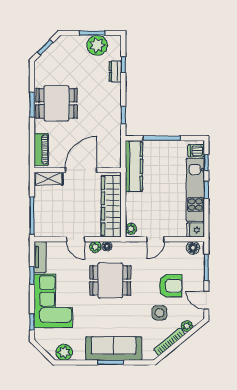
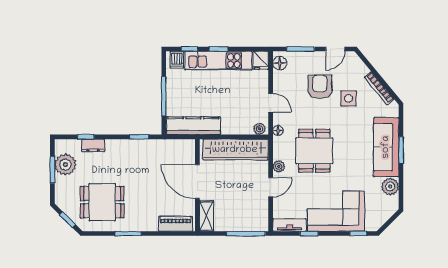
dining table: (56, 103) -> (102, 202), moved, turned 90
floor lamp: (107, 246) -> (278, 130), moved
plant: (187, 326) -> (363, 70), removed
plant: (64, 352) -> (390, 186), moved

